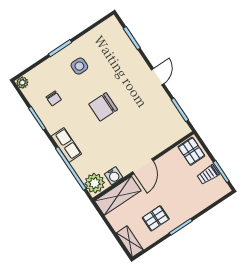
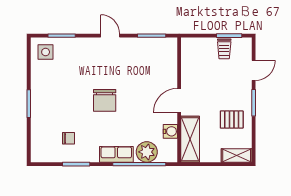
side table: (79, 66) -> (46, 52), moved
plant: (22, 83) -> (37, 156), removed
pallet: (191, 151) -> (194, 50), removed
door: (143, 166) -> (179, 100), swing flipped
plant: (95, 183) -> (147, 152), moved
door: (207, 210) -> (254, 70), added
pallet: (156, 218) -> (232, 119), turned 90

